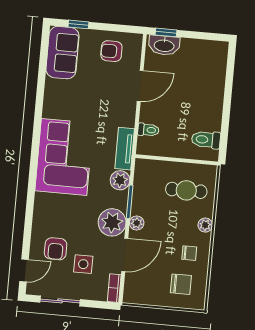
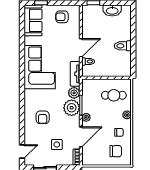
washbasin: (164, 45) -> (112, 11), moved
door: (140, 86) -> (81, 48), moved
toilet: (206, 140) -> (123, 46), moved
corner sofa: (64, 157) -> (40, 67), moved
plant: (112, 222) -> (72, 108), moved
armchair: (56, 249) -> (43, 117), moved

